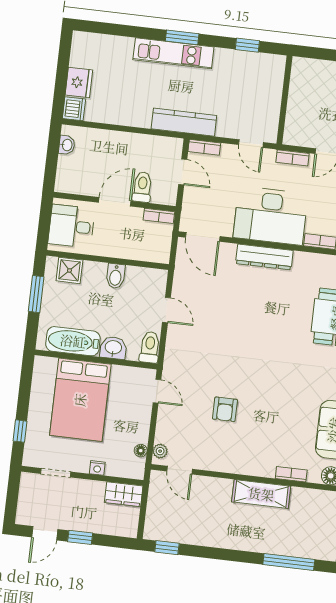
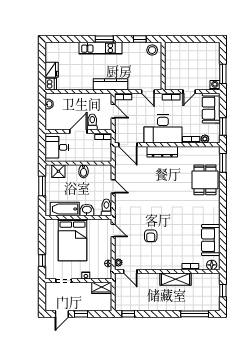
stool: (268, 68) -> (152, 50), added

